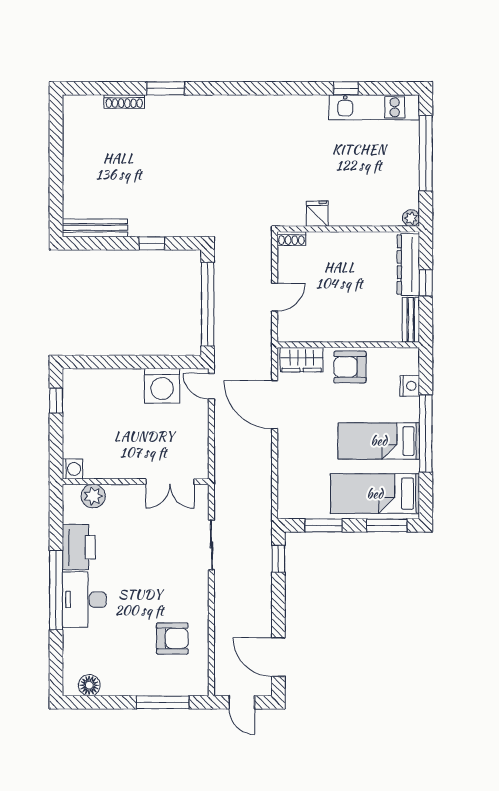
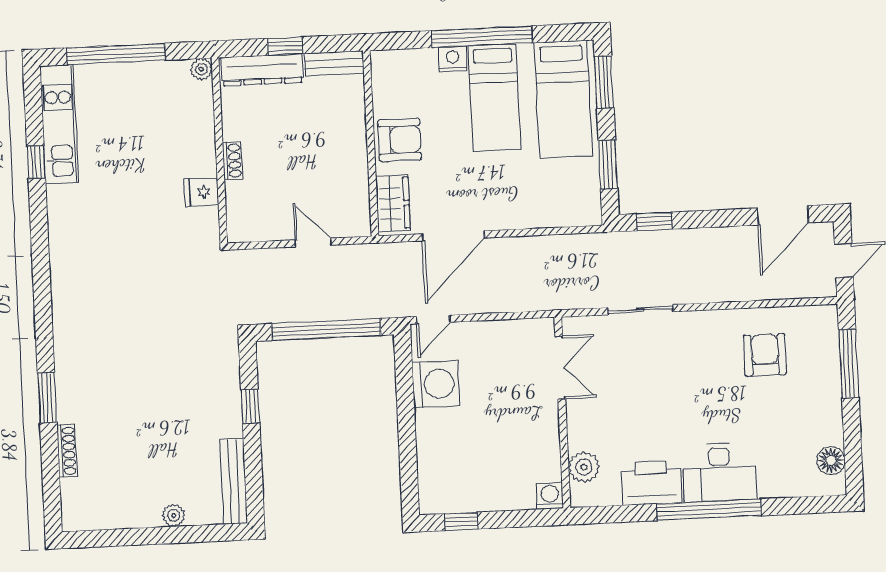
plant: (71, 181) -> (174, 515), added
shoe rack: (291, 238) -> (232, 161), moved
armchair: (350, 367) -> (400, 140), turned -90
nightstand: (410, 386) -> (453, 59), moved

